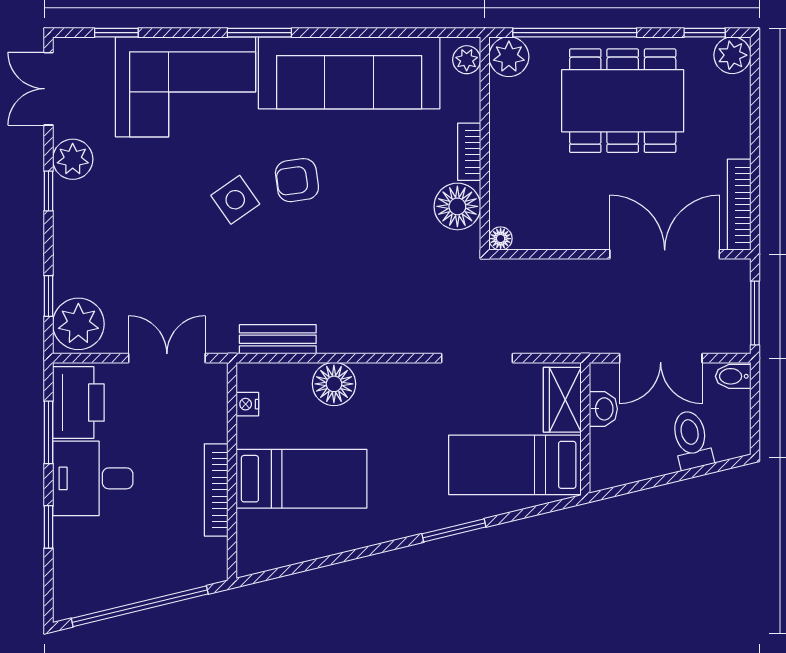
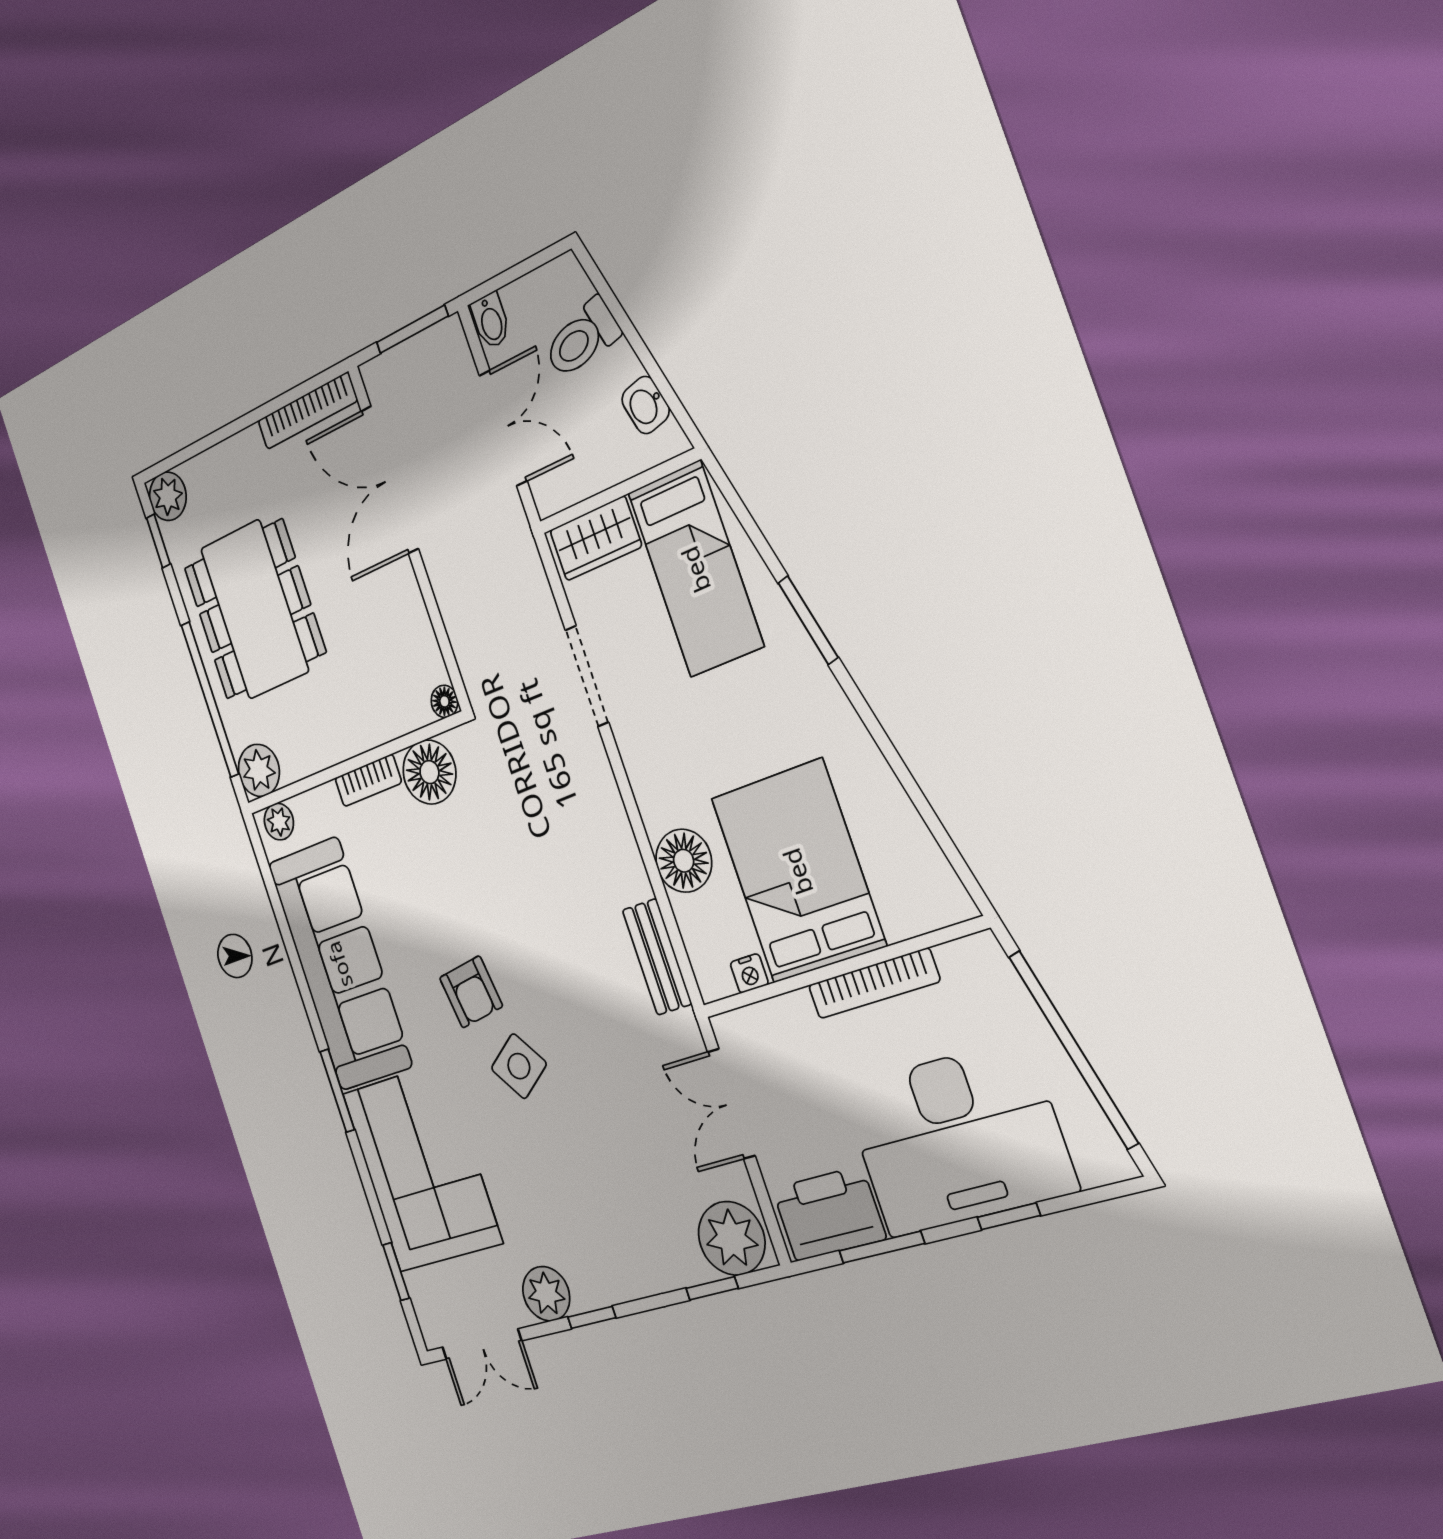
washbasin: (603, 409) -> (646, 405), moved, turned -104
desk: (93, 478) -> (958, 1138), width x1.87, depth x1.30
bed: (302, 479) -> (798, 871), width x1.50

